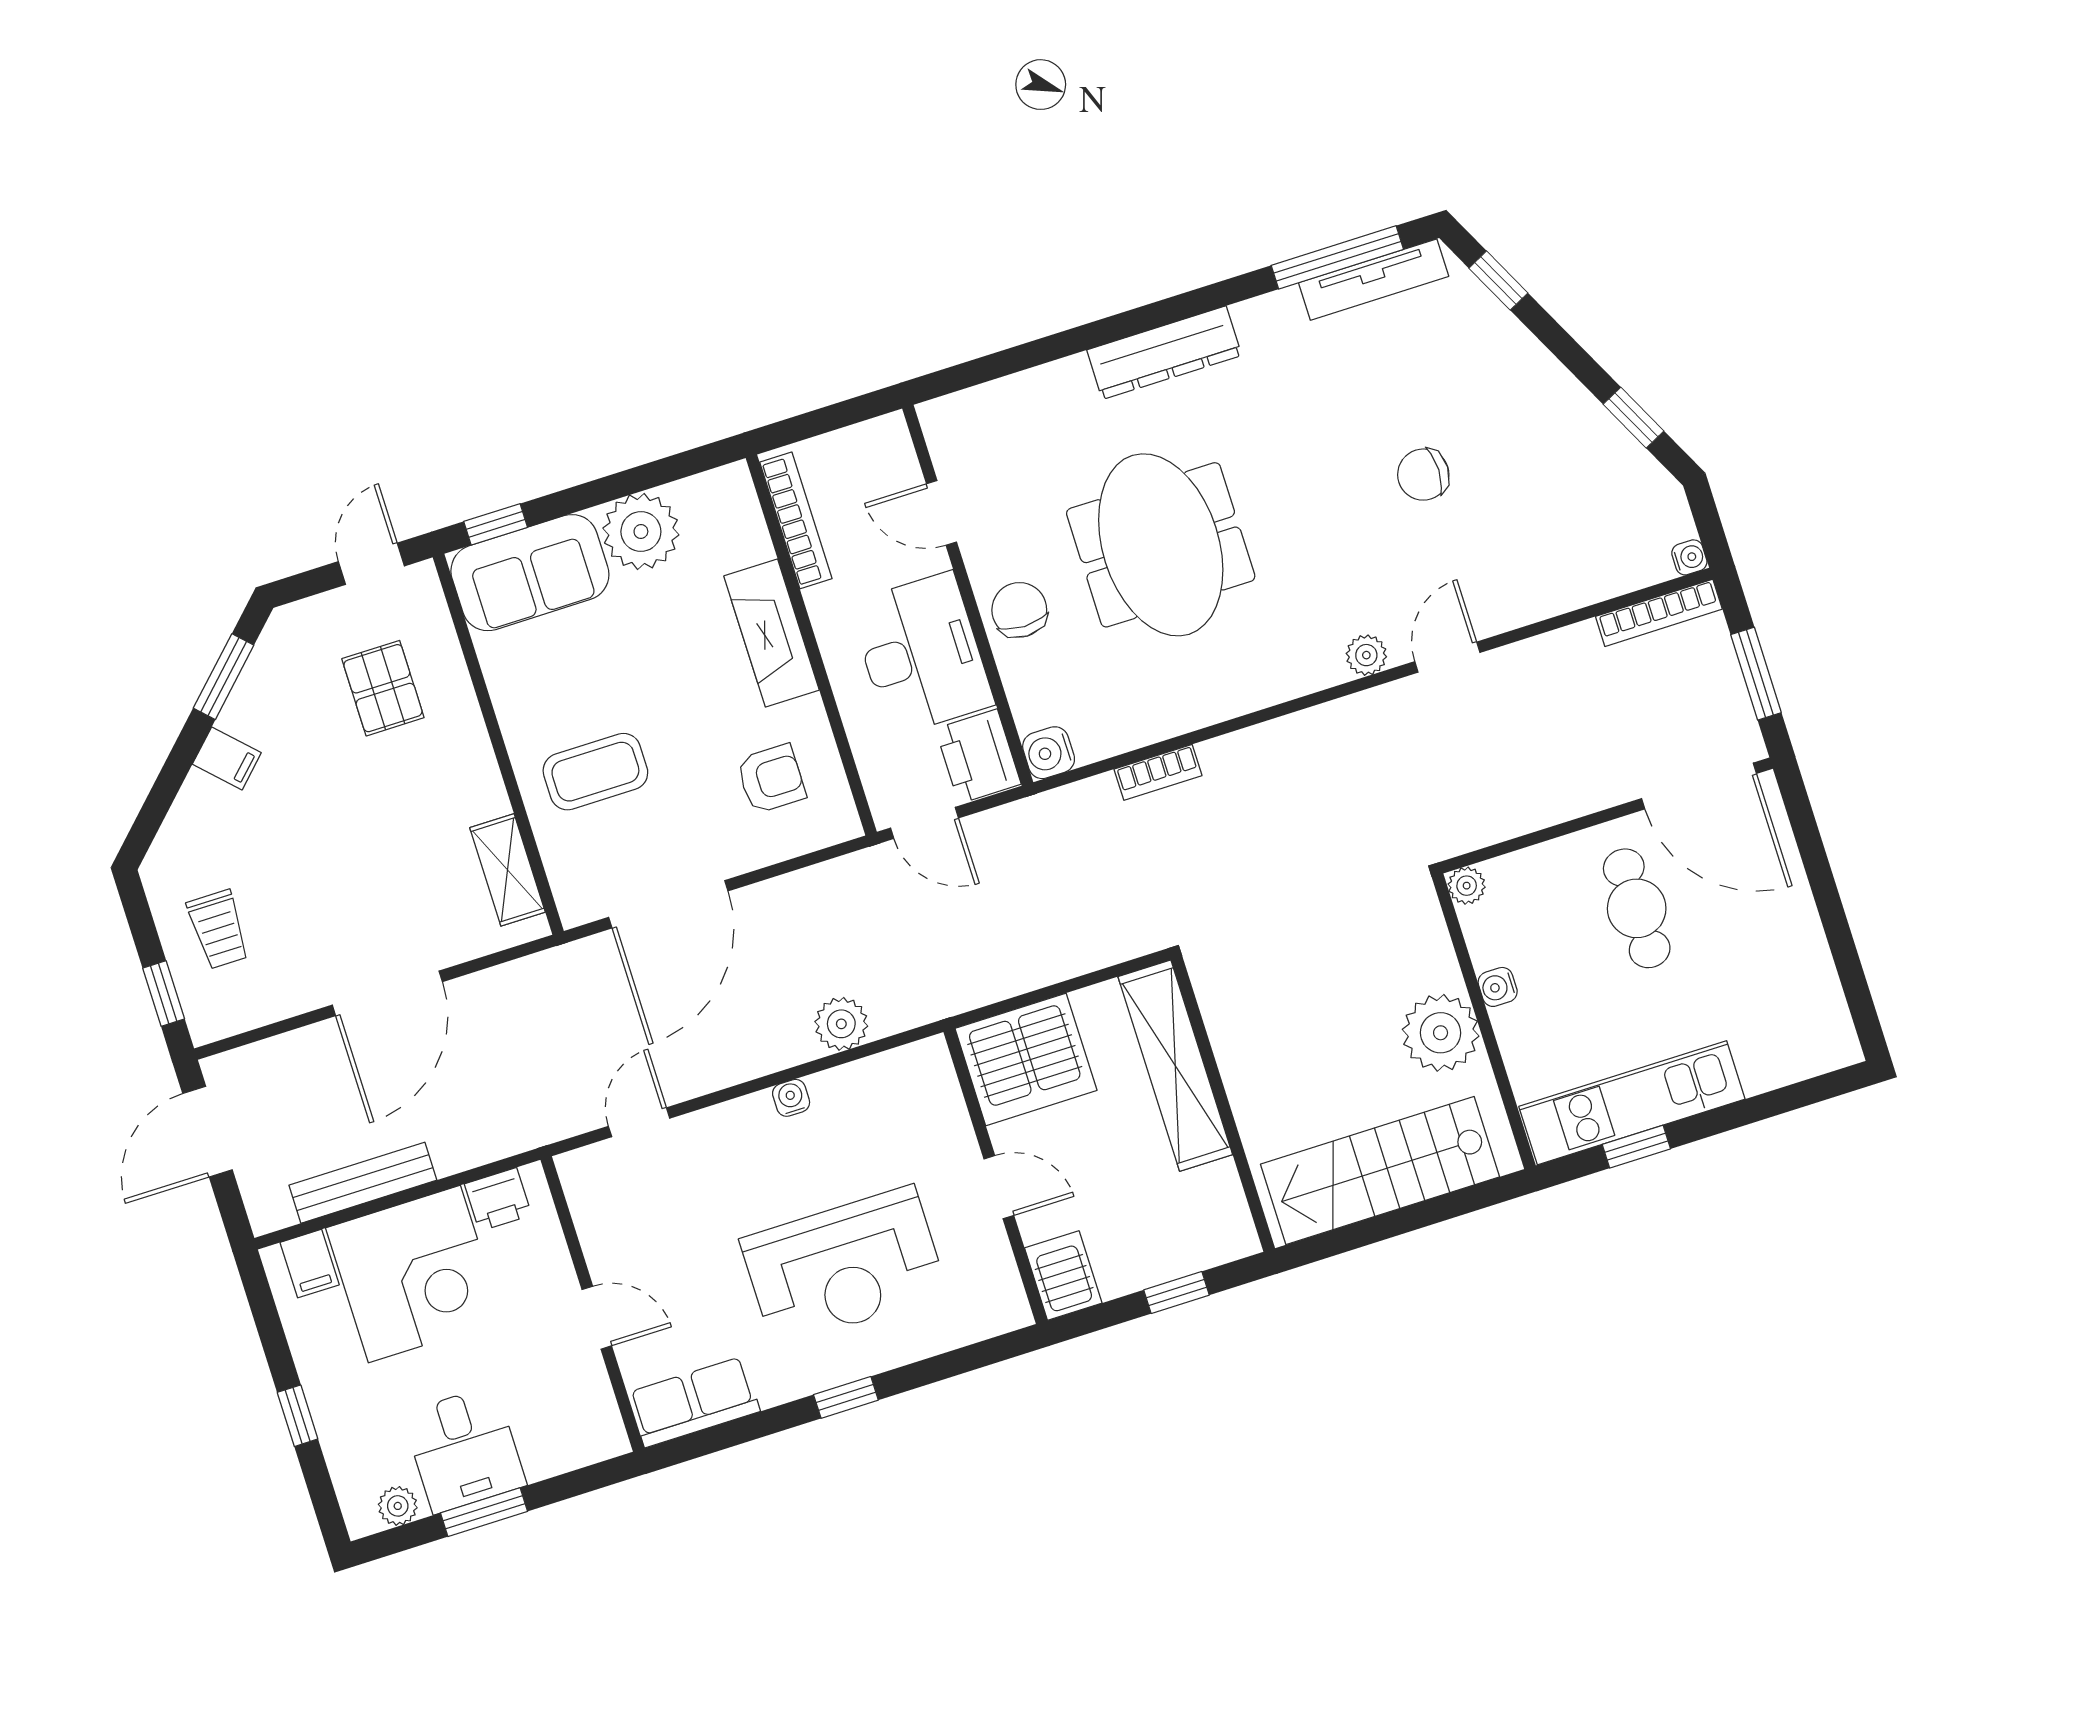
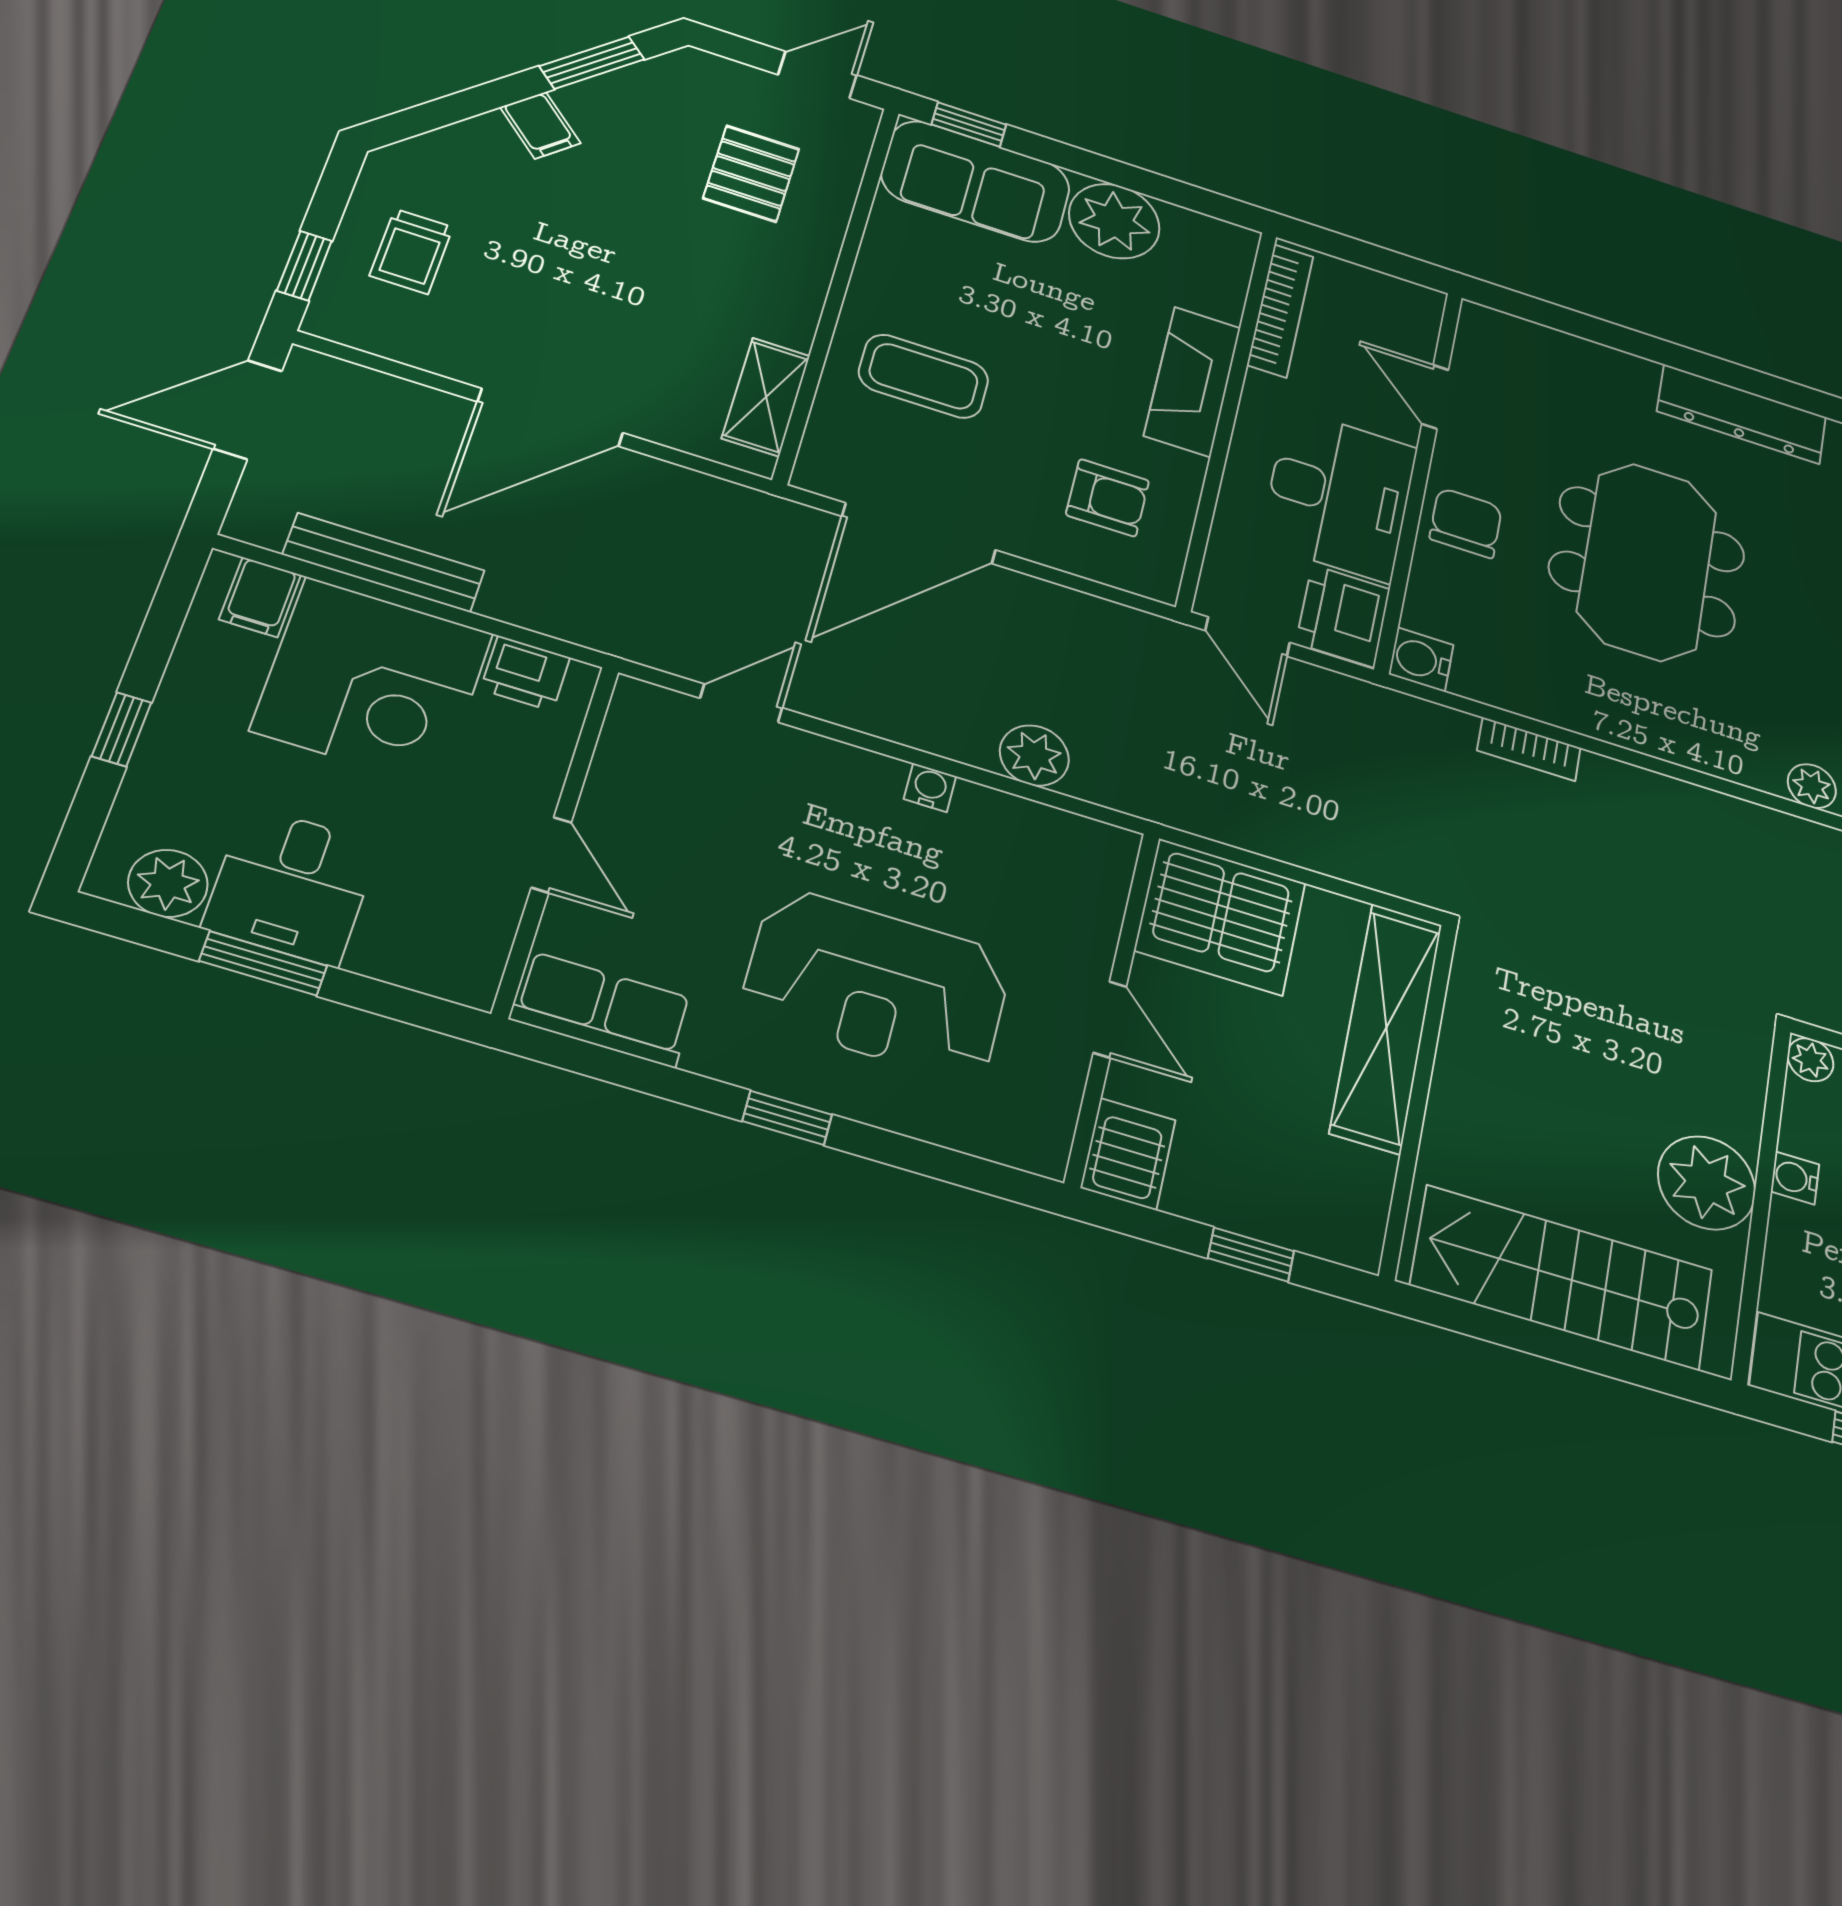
plant: (398, 1506) -> (168, 883), width x1.38, depth x1.38

